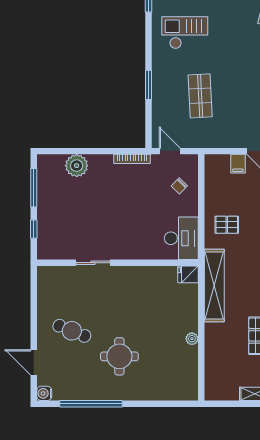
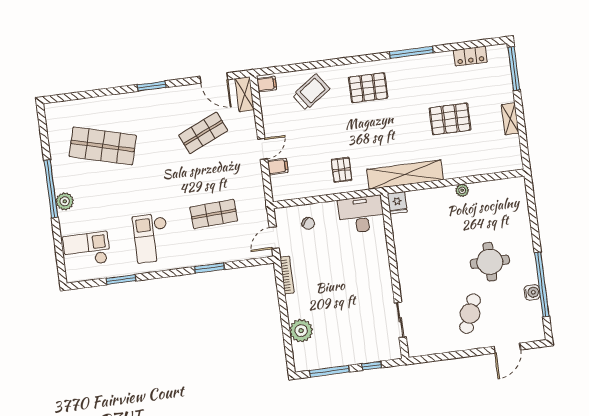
sliding door: (93, 263) -> (400, 320), moved
water cooler: (44, 393) -> (532, 292), moved, turned -90

